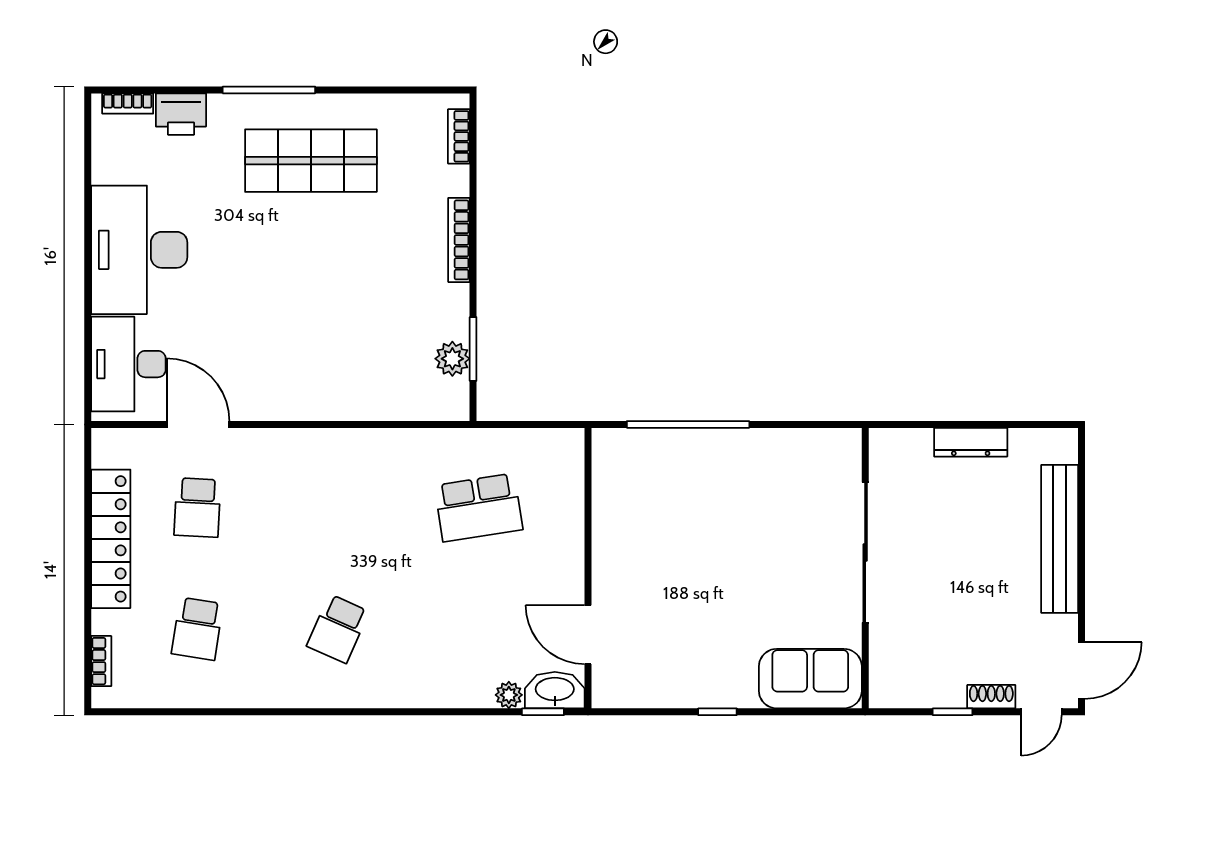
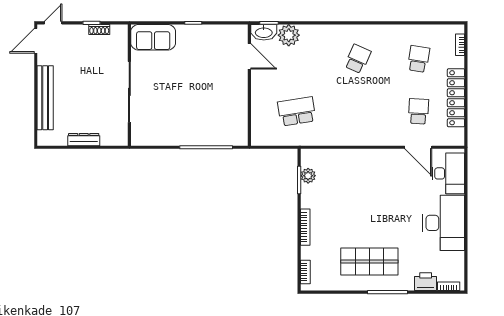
plant: (509, 695) -> (289, 35), width x1.87, depth x1.87
shoe rack: (991, 697) -> (99, 29), moved

